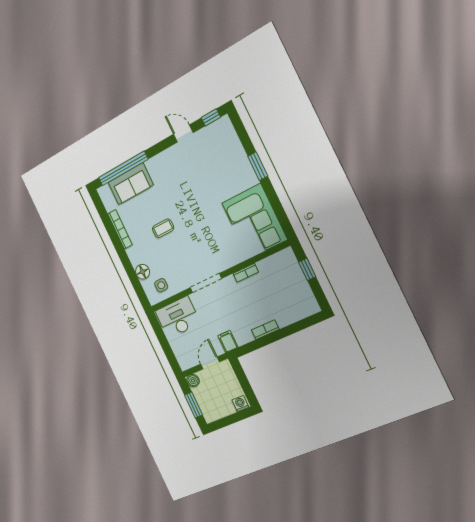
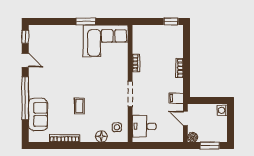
door: (183, 133) -> (25, 60), swing flipped
window: (258, 166) -> (86, 21), moved
window: (123, 169) -> (25, 98), moved
window: (307, 269) -> (171, 21), moved
desk: (178, 317) -> (144, 126), width x0.73

